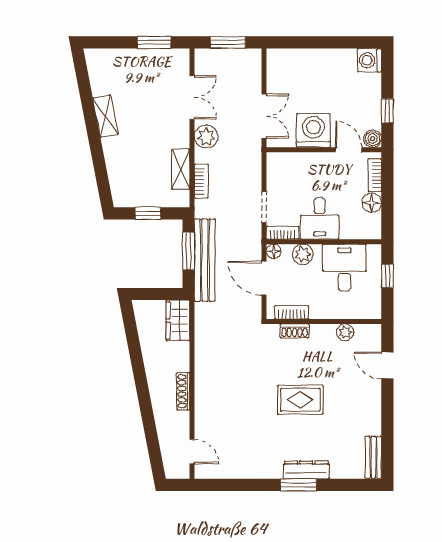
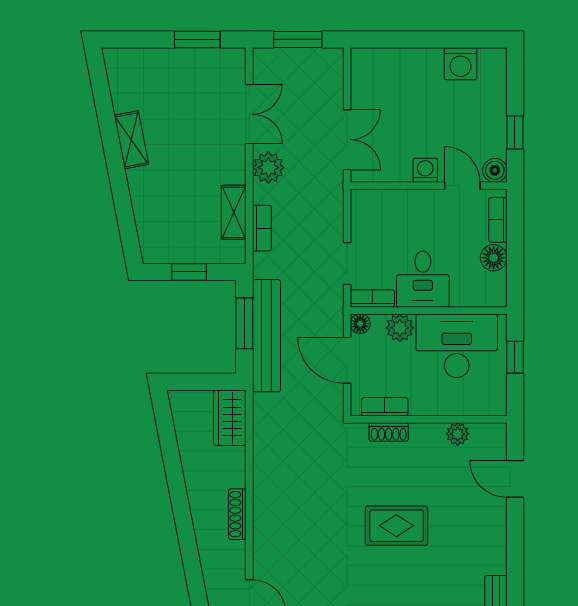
washing machine: (370, 60) -> (461, 64), moved, turned -90
washing machine: (313, 131) -> (425, 170), width x0.53, depth x0.53
desk: (344, 268) -> (457, 346), width x1.37

